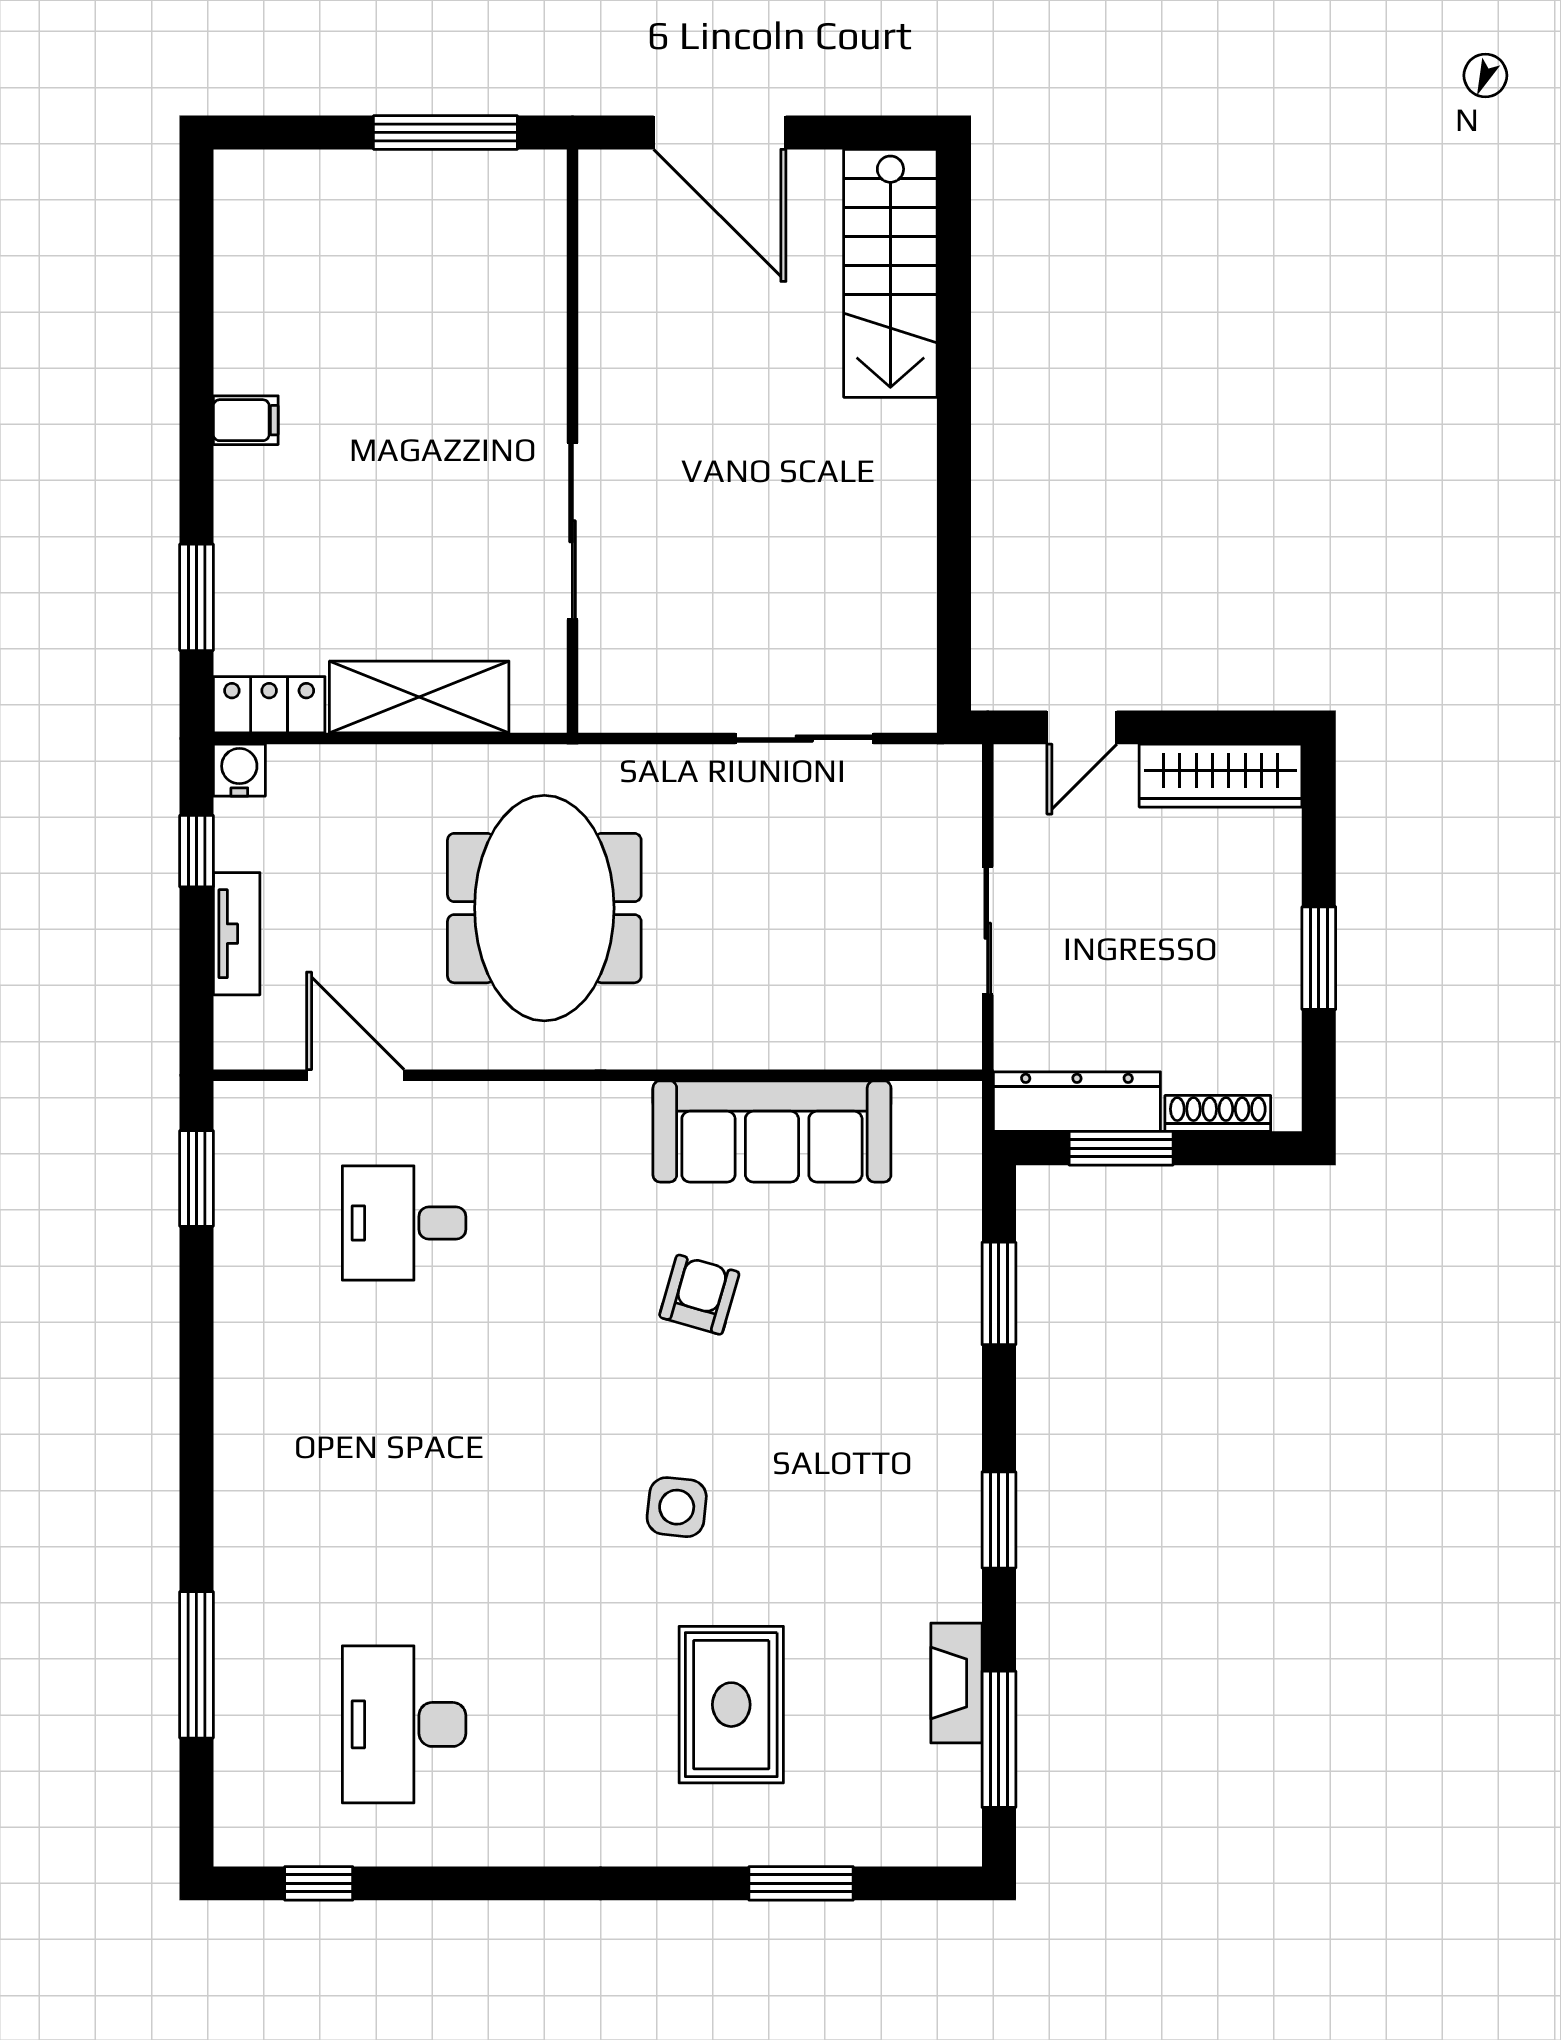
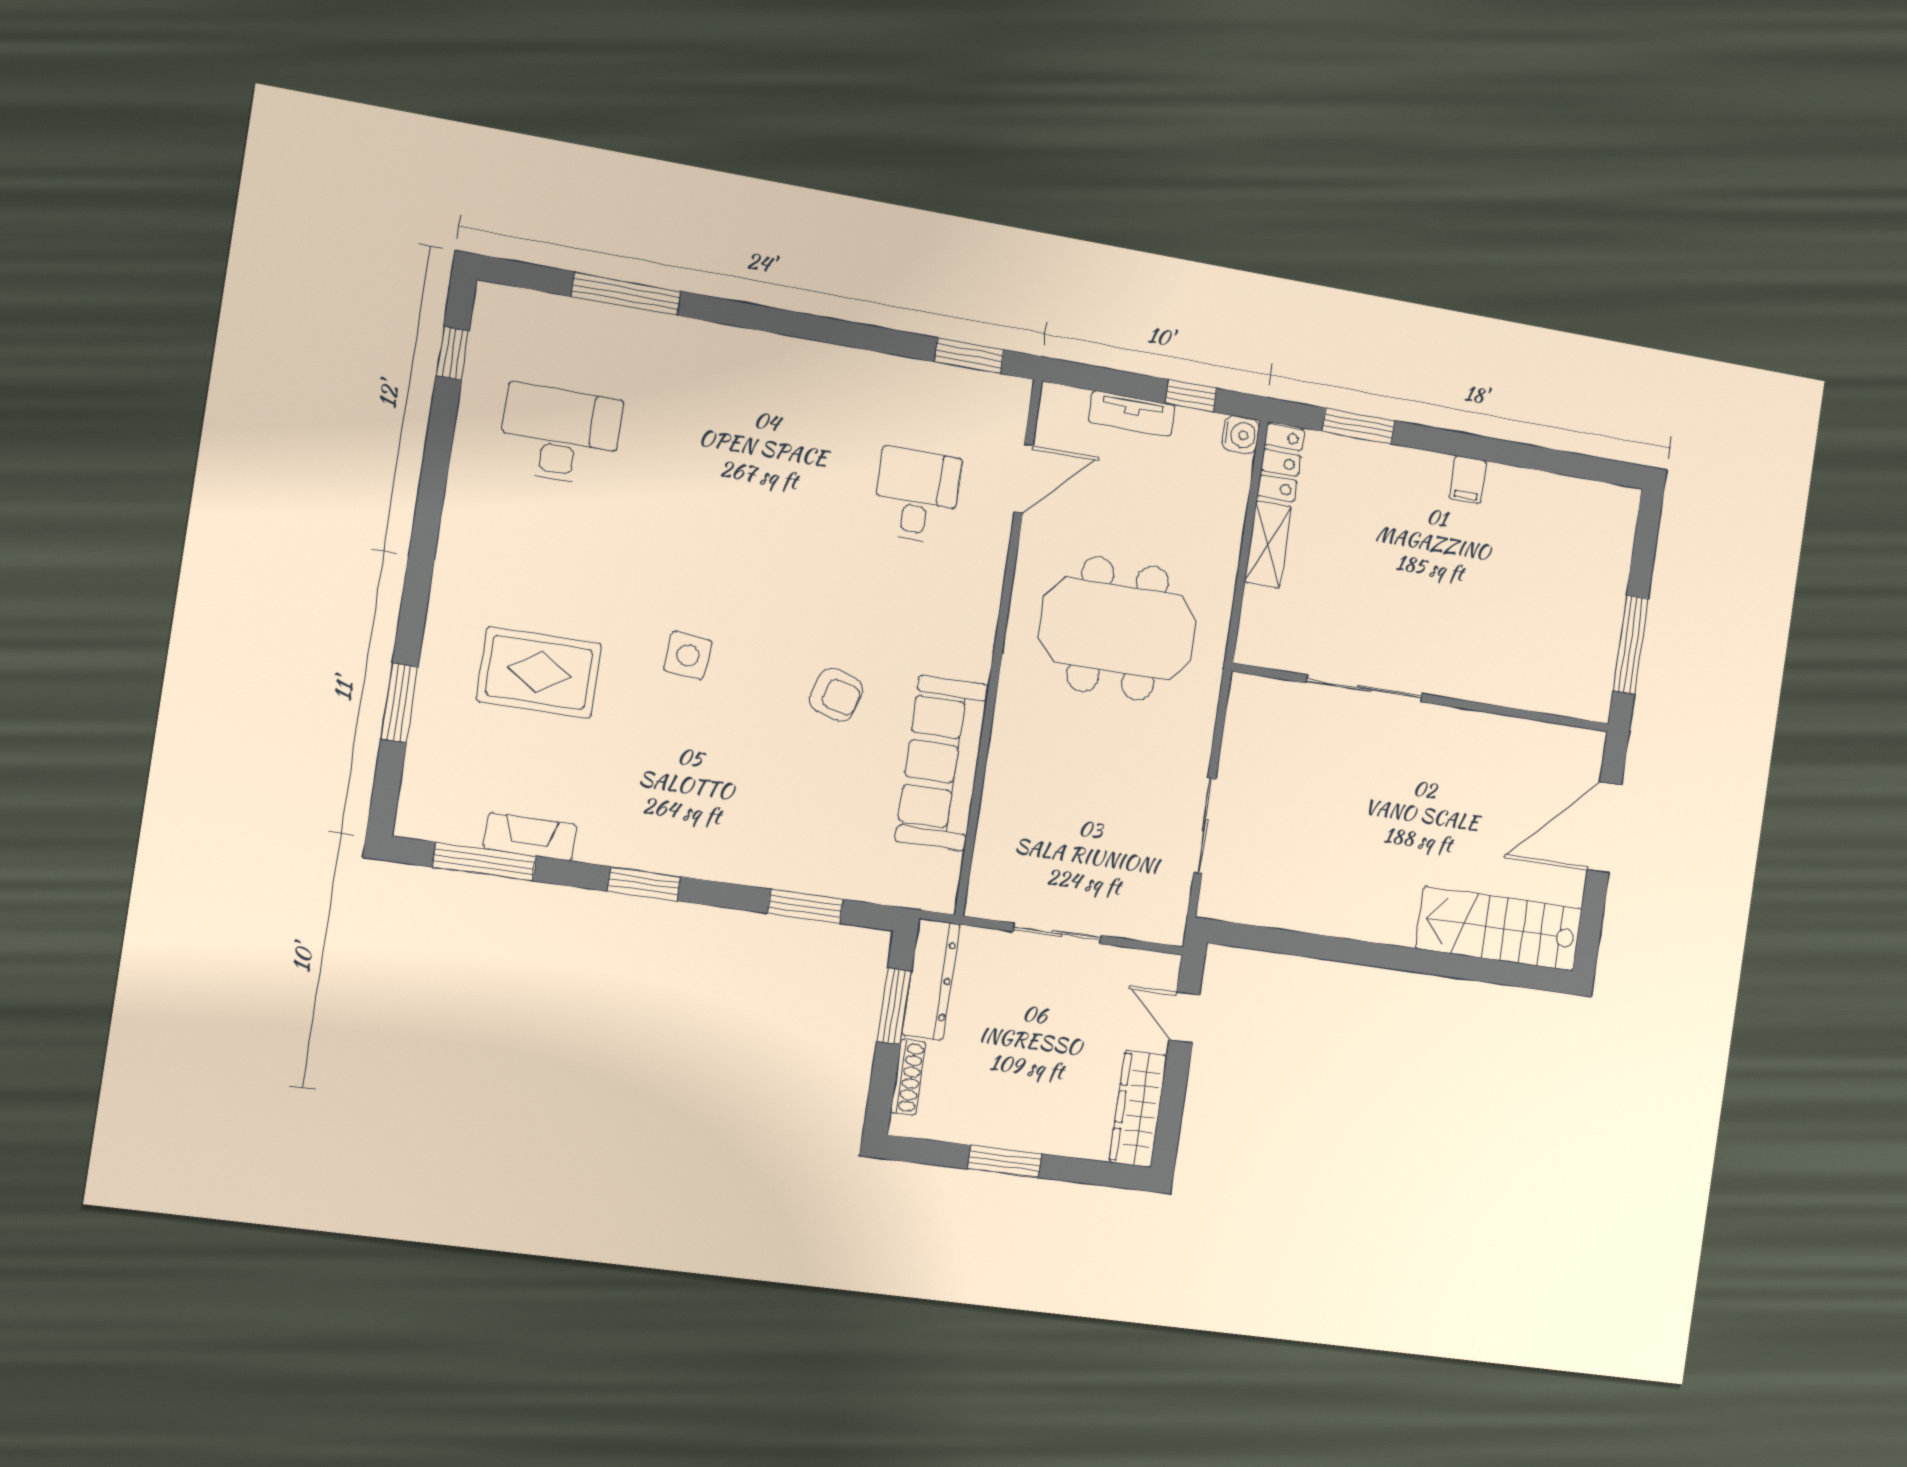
shelving: (419, 697) -> (1268, 545), width x0.67, depth x0.75

